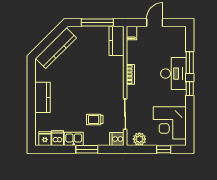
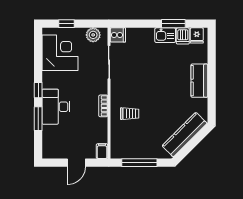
kitchen counter: (116, 41) -> (118, 142), removed
trolley: (95, 119) -> (130, 114), moved
window: (87, 149) -> (173, 24), moved

